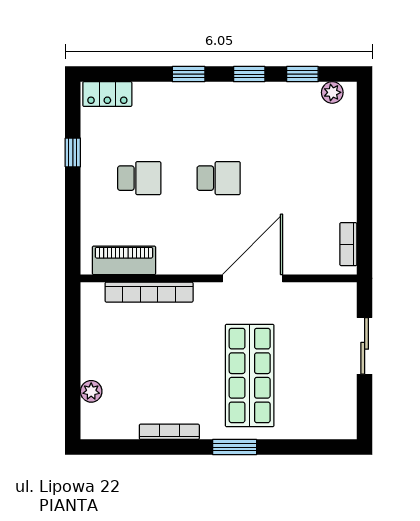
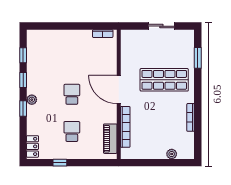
plant: (332, 92) -> (32, 100), moved
door: (253, 278) -> (119, 90), moved
sliding door: (365, 346) -> (161, 26), moved
window: (235, 447) -> (198, 58), moved

